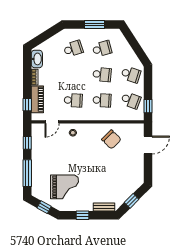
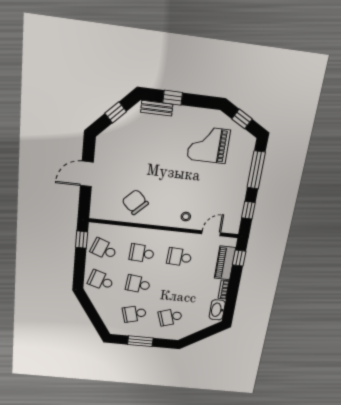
door: (148, 145) -> (87, 174), moved
window: (82, 215) -> (173, 98), moved

